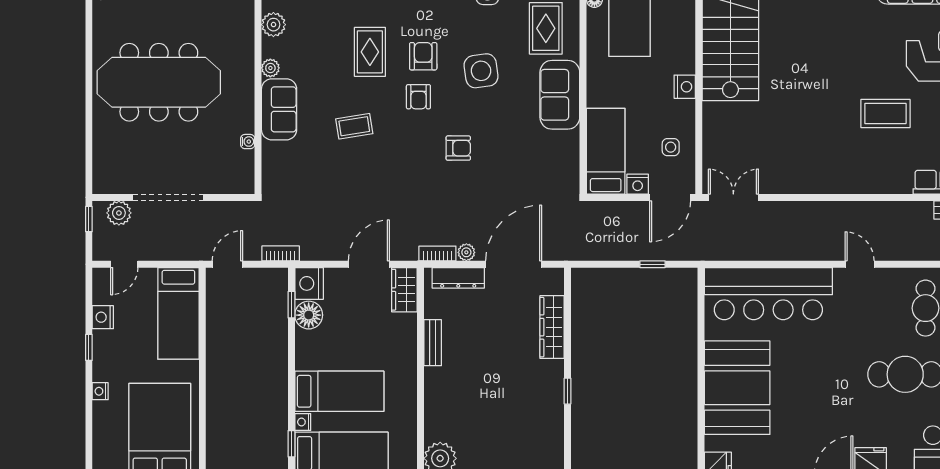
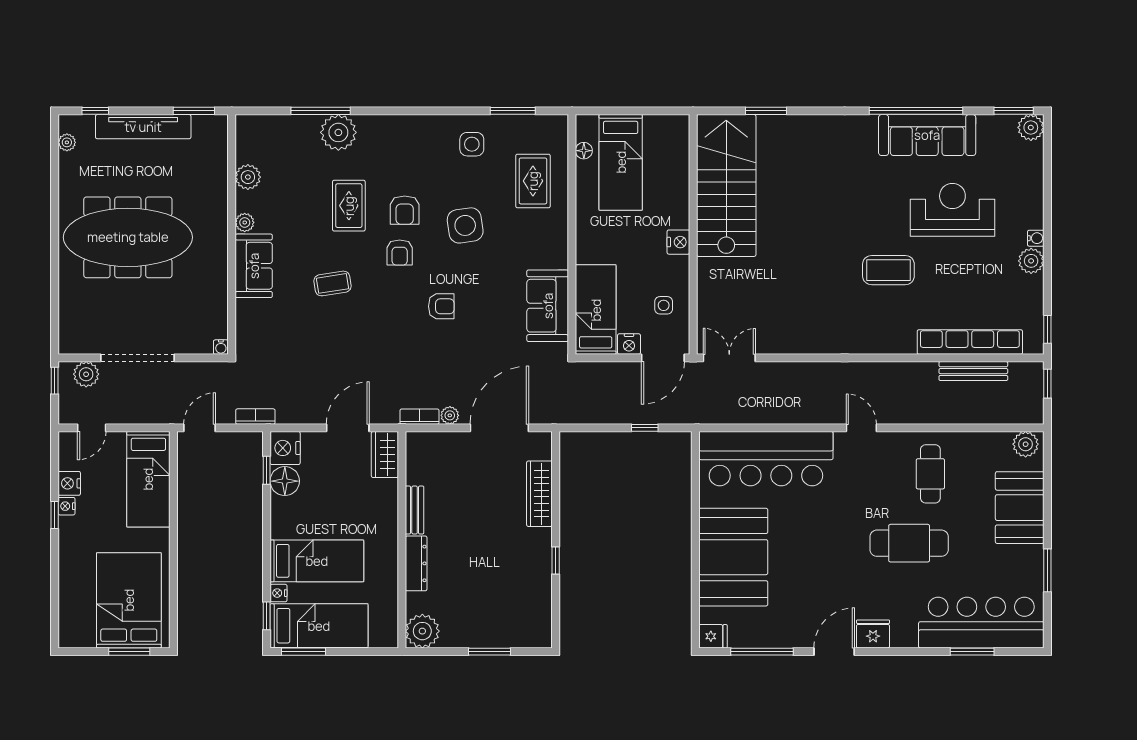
armchair: (423, 56) -> (405, 210), turned 180
sofa: (560, 95) -> (548, 306), moved
water cooler: (248, 142) -> (221, 347), moved, turned 90
dresser: (458, 278) -> (416, 563), moved, turned -90
nightstand: (100, 391) -> (67, 506), moved

